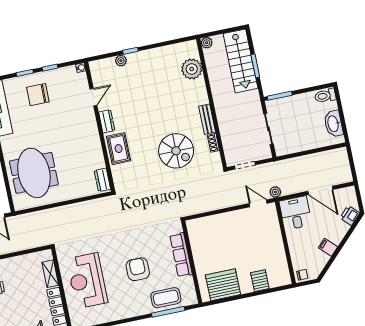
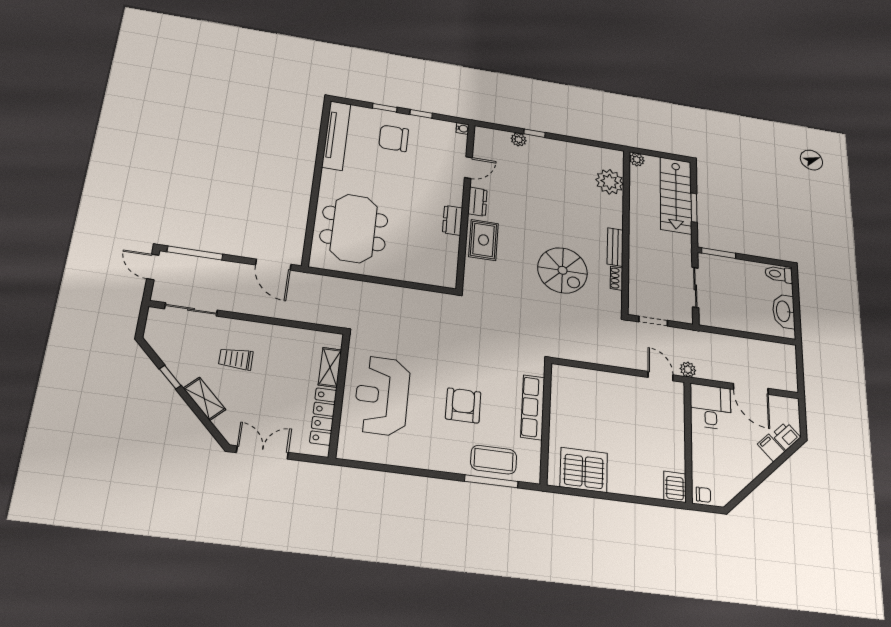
dresser: (102, 180) -> (453, 220), moved
filing cabinet: (328, 247) -> (771, 448), moved
server rack: (260, 281) -> (675, 487), moved

